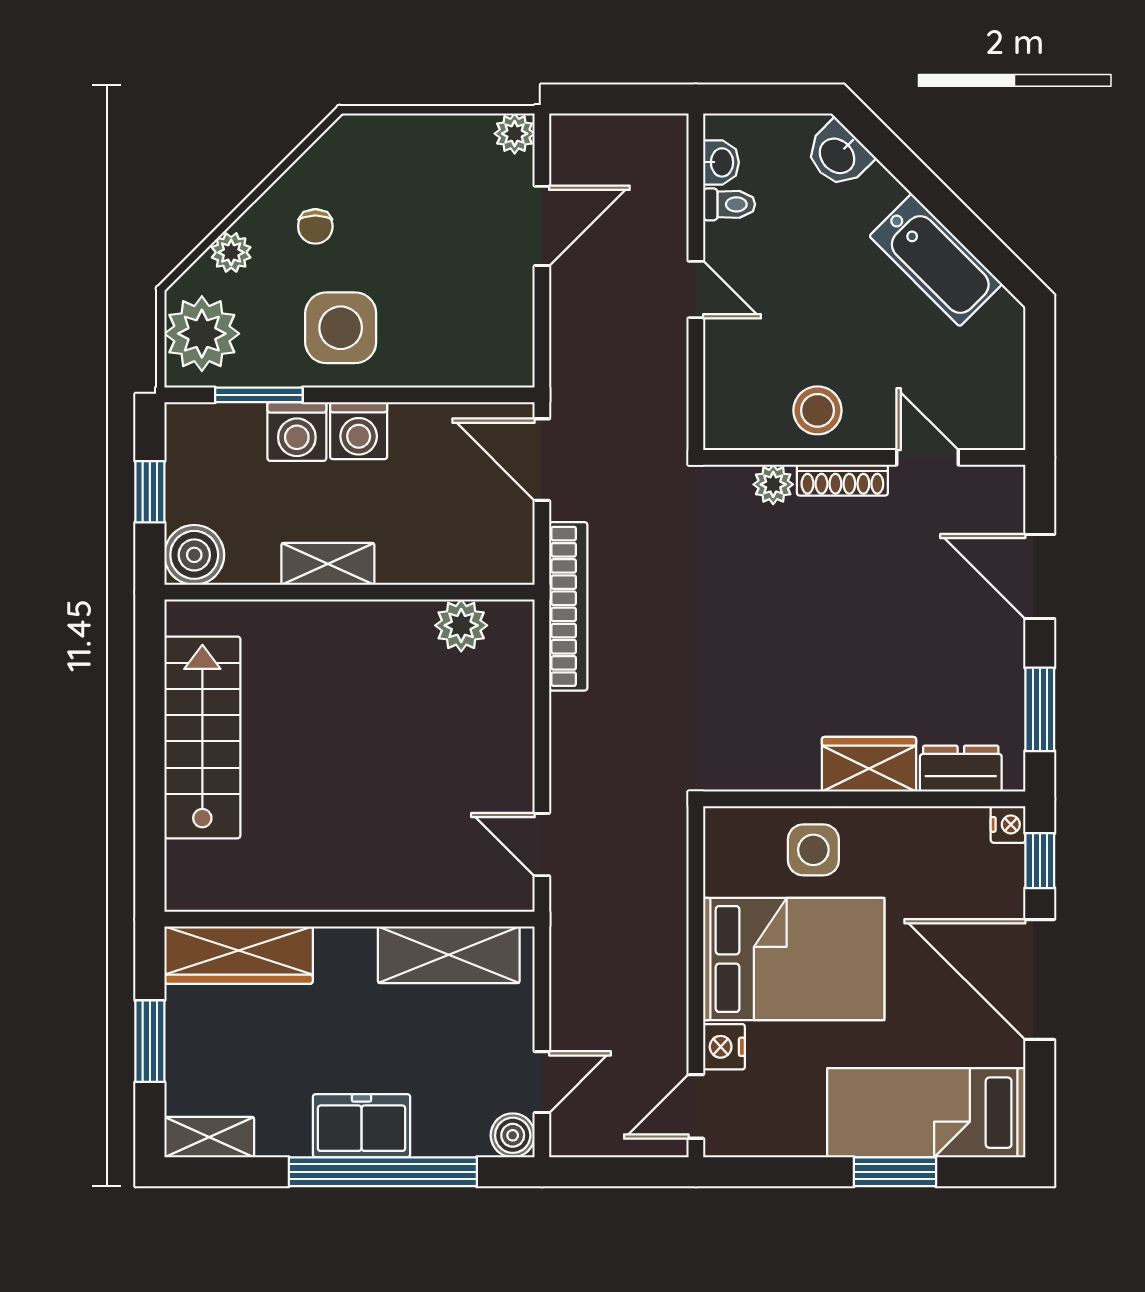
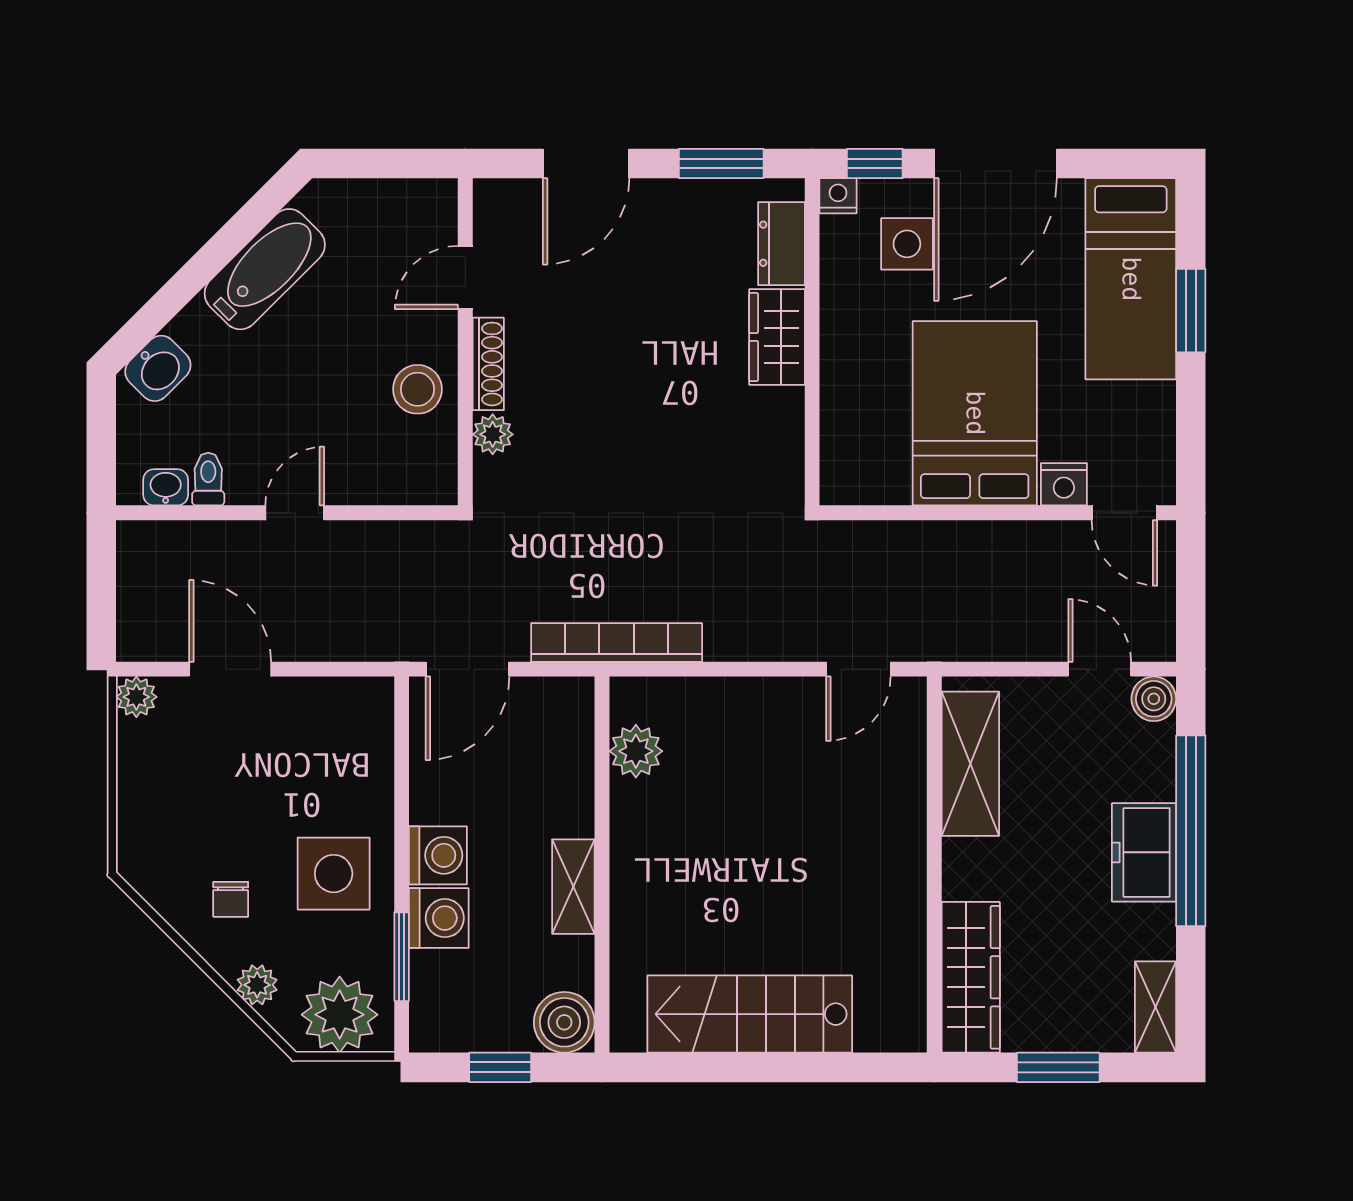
chair: (315, 226) -> (231, 899), turned 90
side table: (813, 850) -> (907, 244), moved

